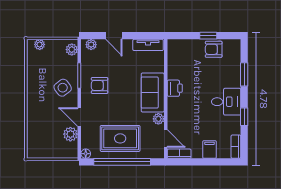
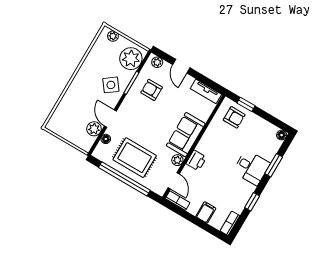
window: (208, 36) -> (246, 104), moved
floor lamp: (236, 44) -> (282, 135), added
armchair: (214, 49) -> (234, 117), moved, turned 180
plant: (72, 50) -> (131, 59), width x1.87, depth x1.87
armchair: (100, 85) -> (152, 90), moved
printer: (175, 88) -> (196, 160), moved
desk: (226, 102) -> (251, 167), moved
floor lamp: (86, 154) -> (106, 139), moved

